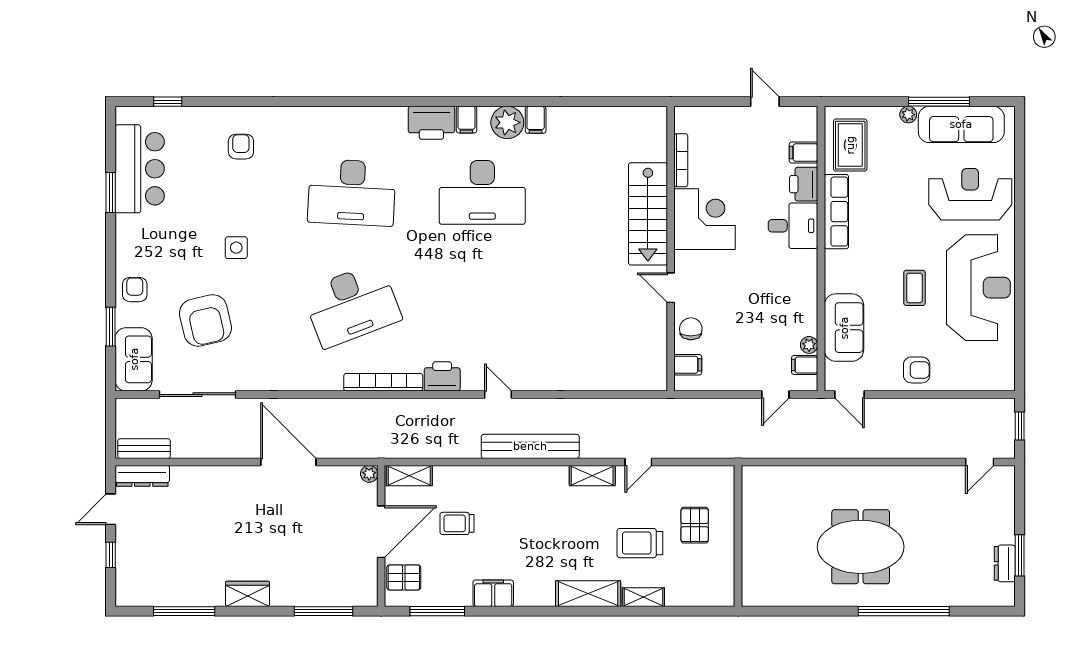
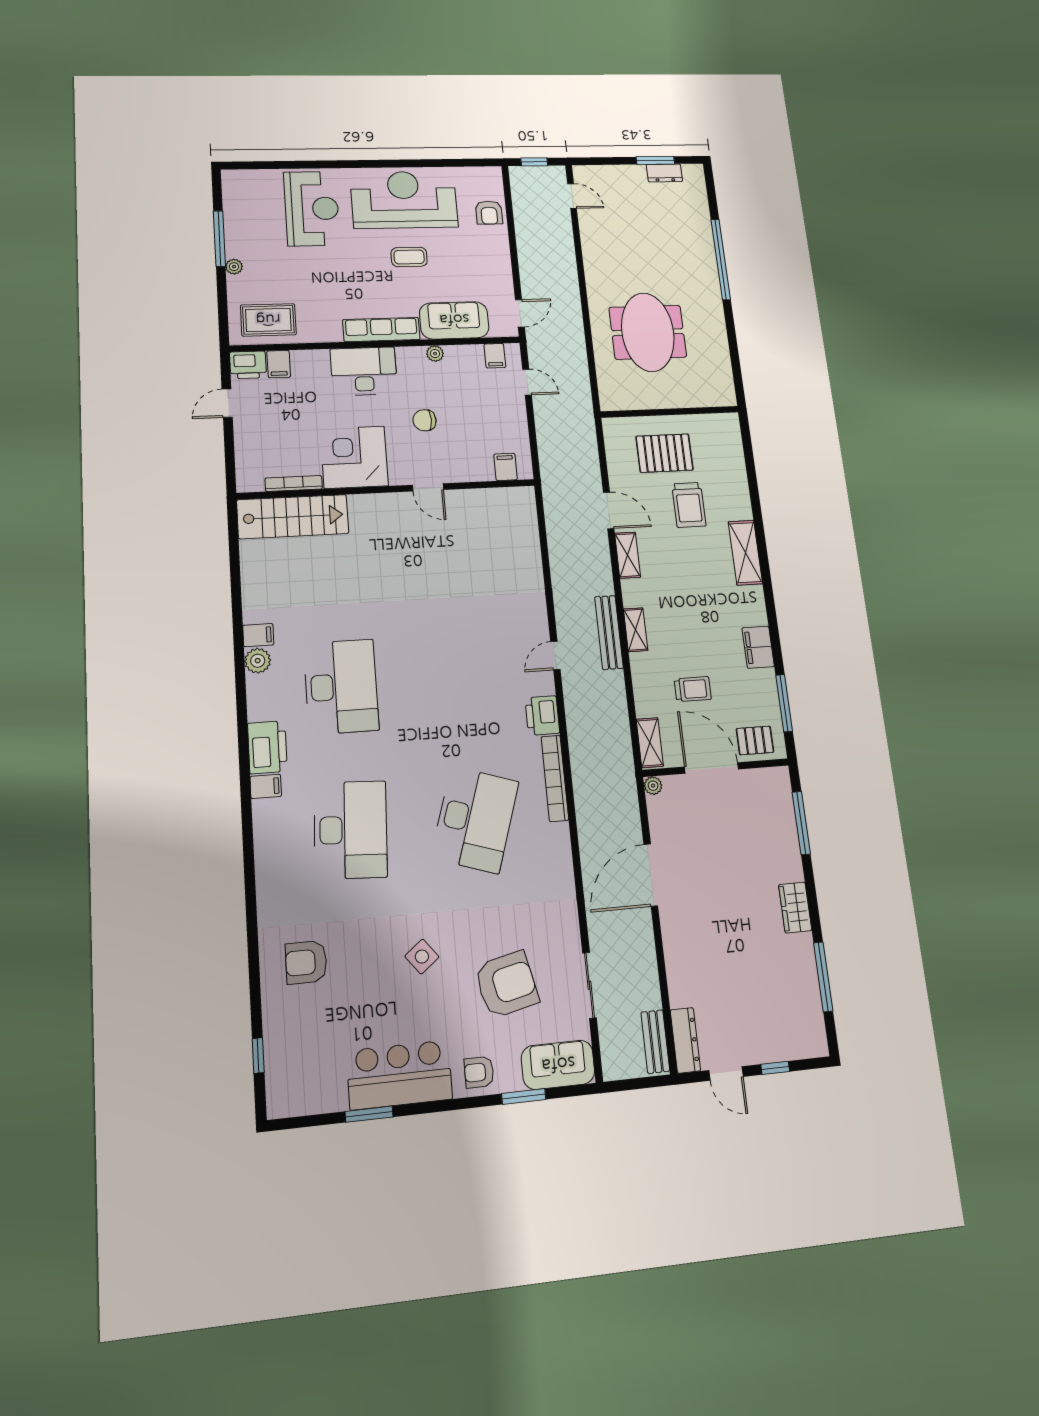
filing cabinet: (467, 120) -> (266, 786), moved
plant: (507, 122) -> (258, 661), width x0.73, depth x0.73
sofa: (961, 124) -> (242, 218), removed
armchair: (241, 147) -> (306, 962), width x1.38, depth x1.38
bar counter: (140, 169) -> (399, 1075), moved
printer: (804, 184) -> (248, 365), moved
reception desk: (970, 194) -> (312, 209), turned 180
row of seats: (836, 212) -> (381, 330), moved
stairs: (648, 214) -> (293, 517), moved
desk: (793, 226) -> (364, 371), width x1.37
side table: (236, 248) -> (422, 957), turned -38
door: (671, 288) -> (428, 487), hinge flipped
desk: (352, 305) -> (475, 819), turned 39
chair: (691, 329) -> (424, 420), moved
plant: (809, 345) -> (435, 354), moved
armchair: (917, 370) -> (489, 213), moved, turned 180
sliding door: (198, 395) -> (589, 985), width x0.73
bench: (530, 446) -> (609, 632), width x0.73, depth x0.82
door: (638, 462) -> (609, 510), width x1.38
trolley: (457, 523) -> (693, 689), turned -90
pallet: (695, 525) -> (664, 453), width x1.50, depth x1.42
meeting table: (861, 547) -> (648, 332), moved
pallet: (404, 577) -> (755, 740), turned 90
shelving: (643, 597) -> (636, 630), moved

